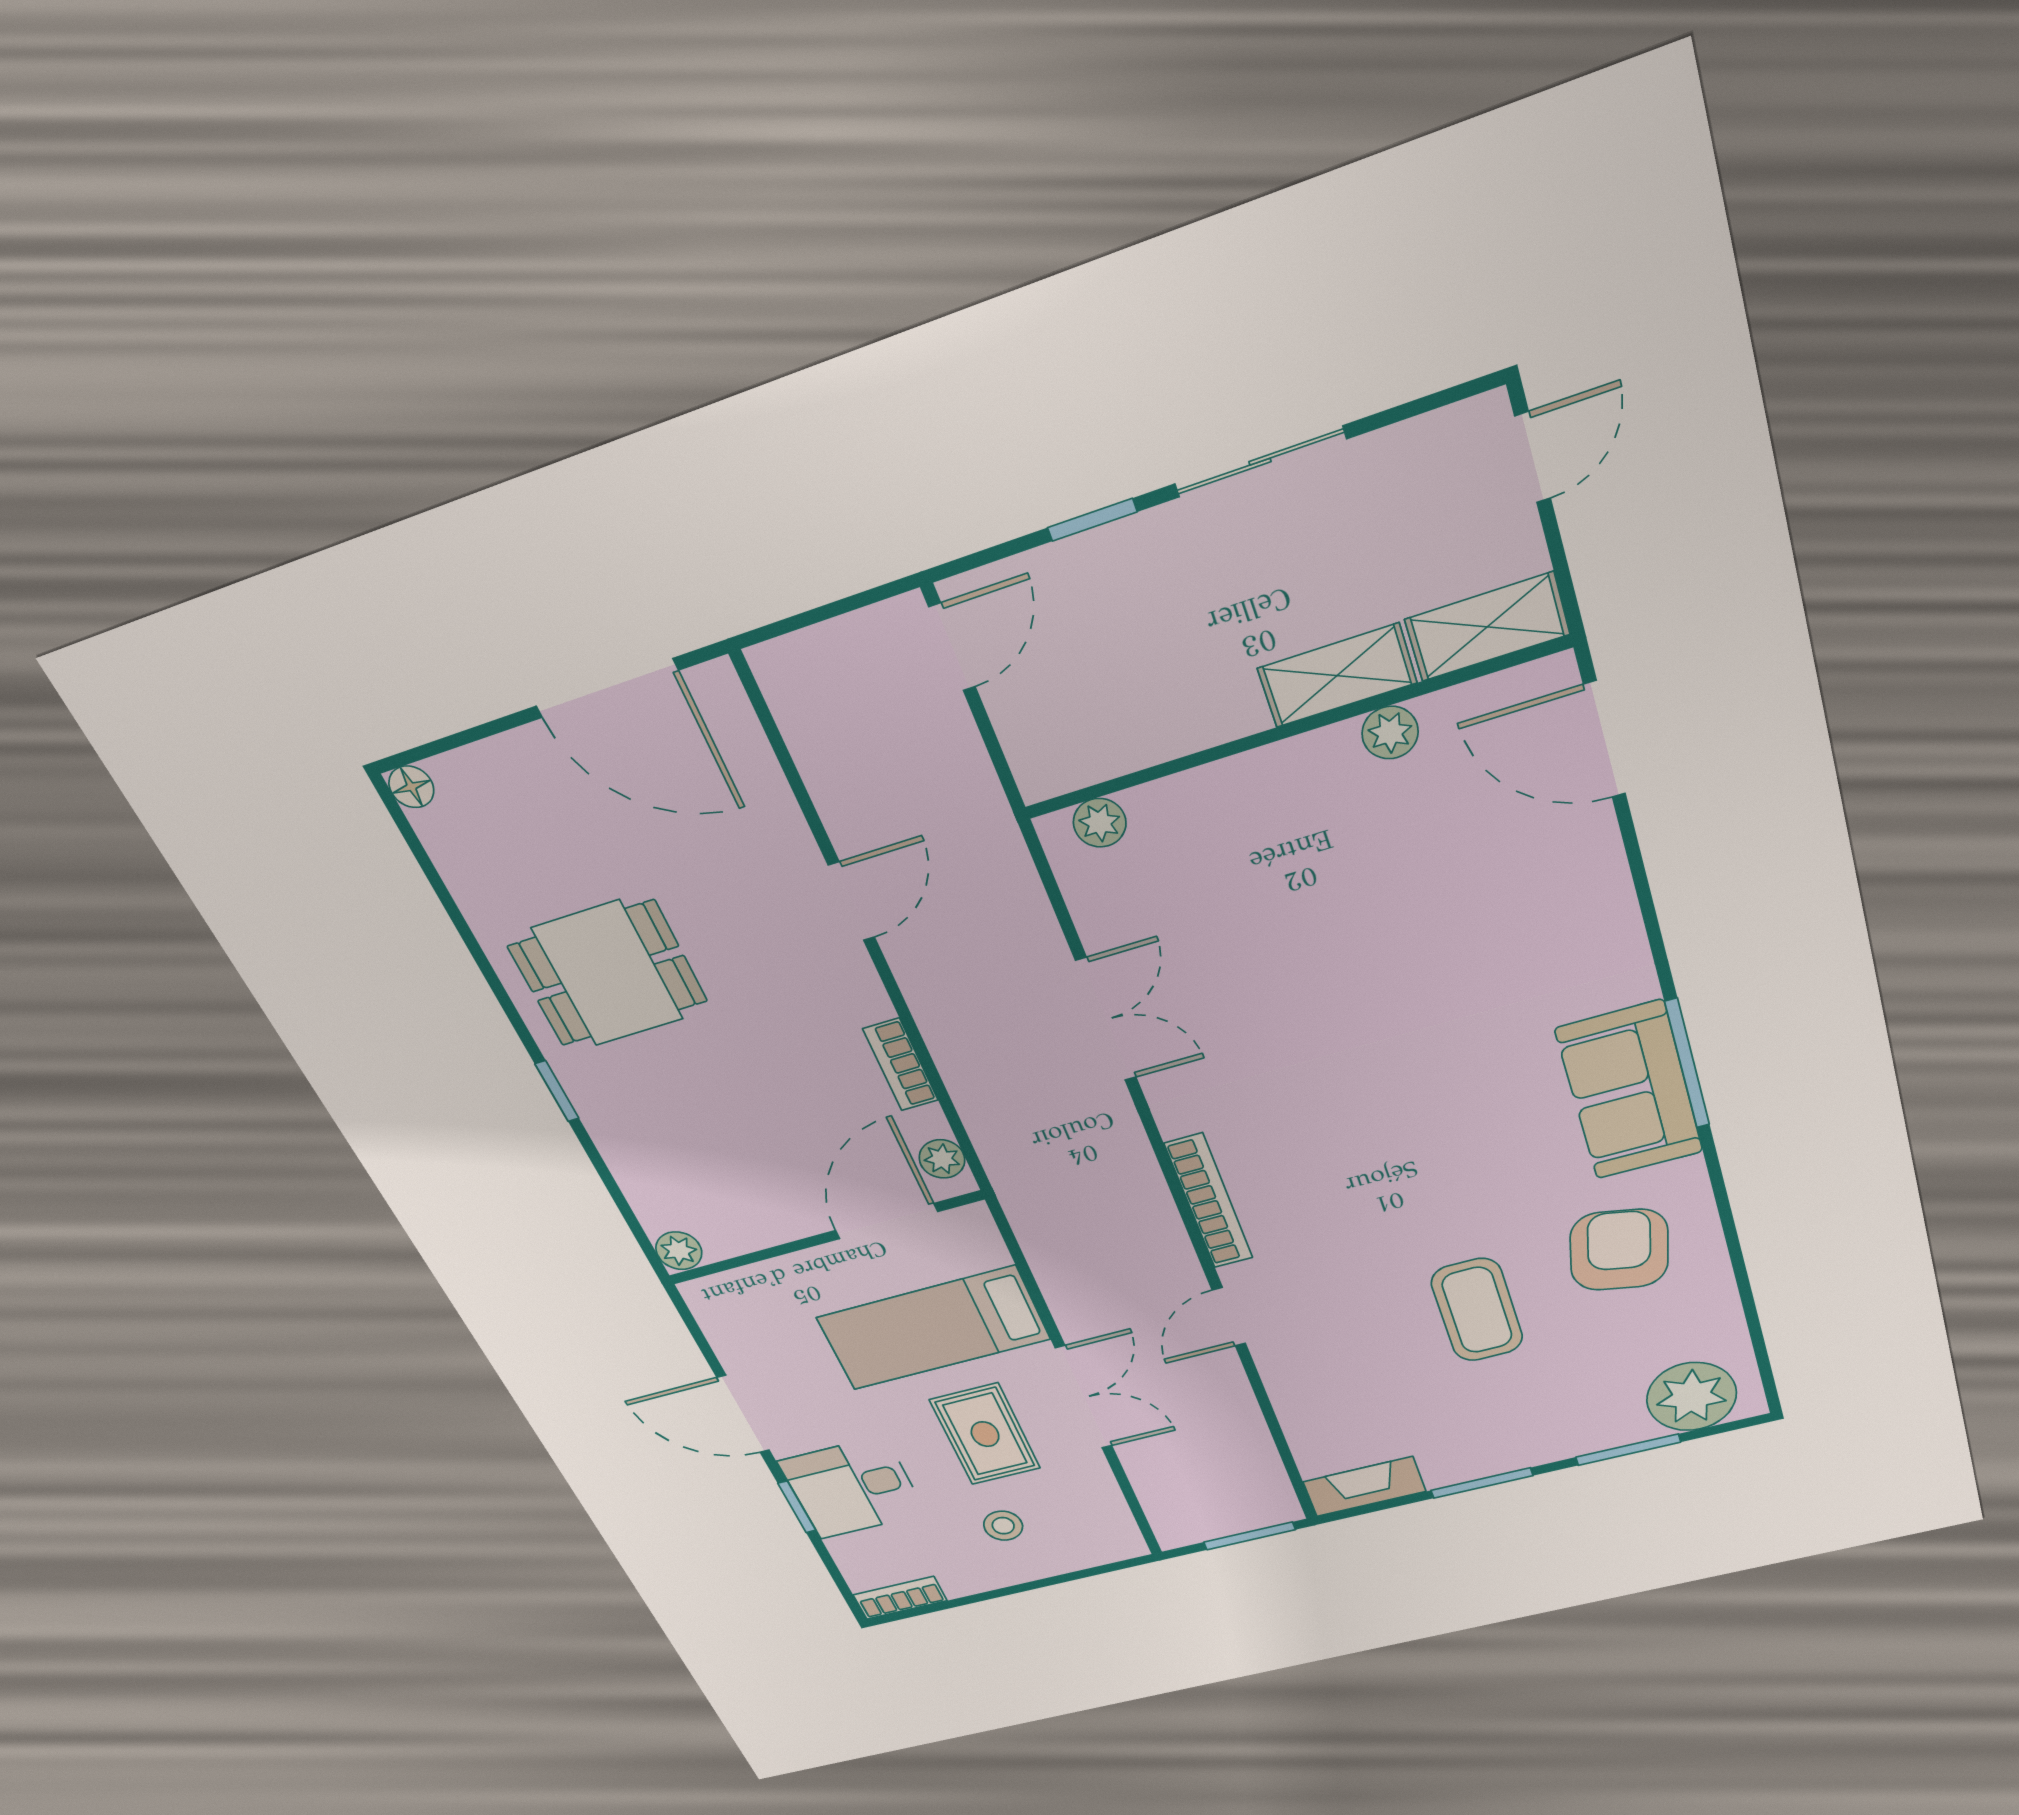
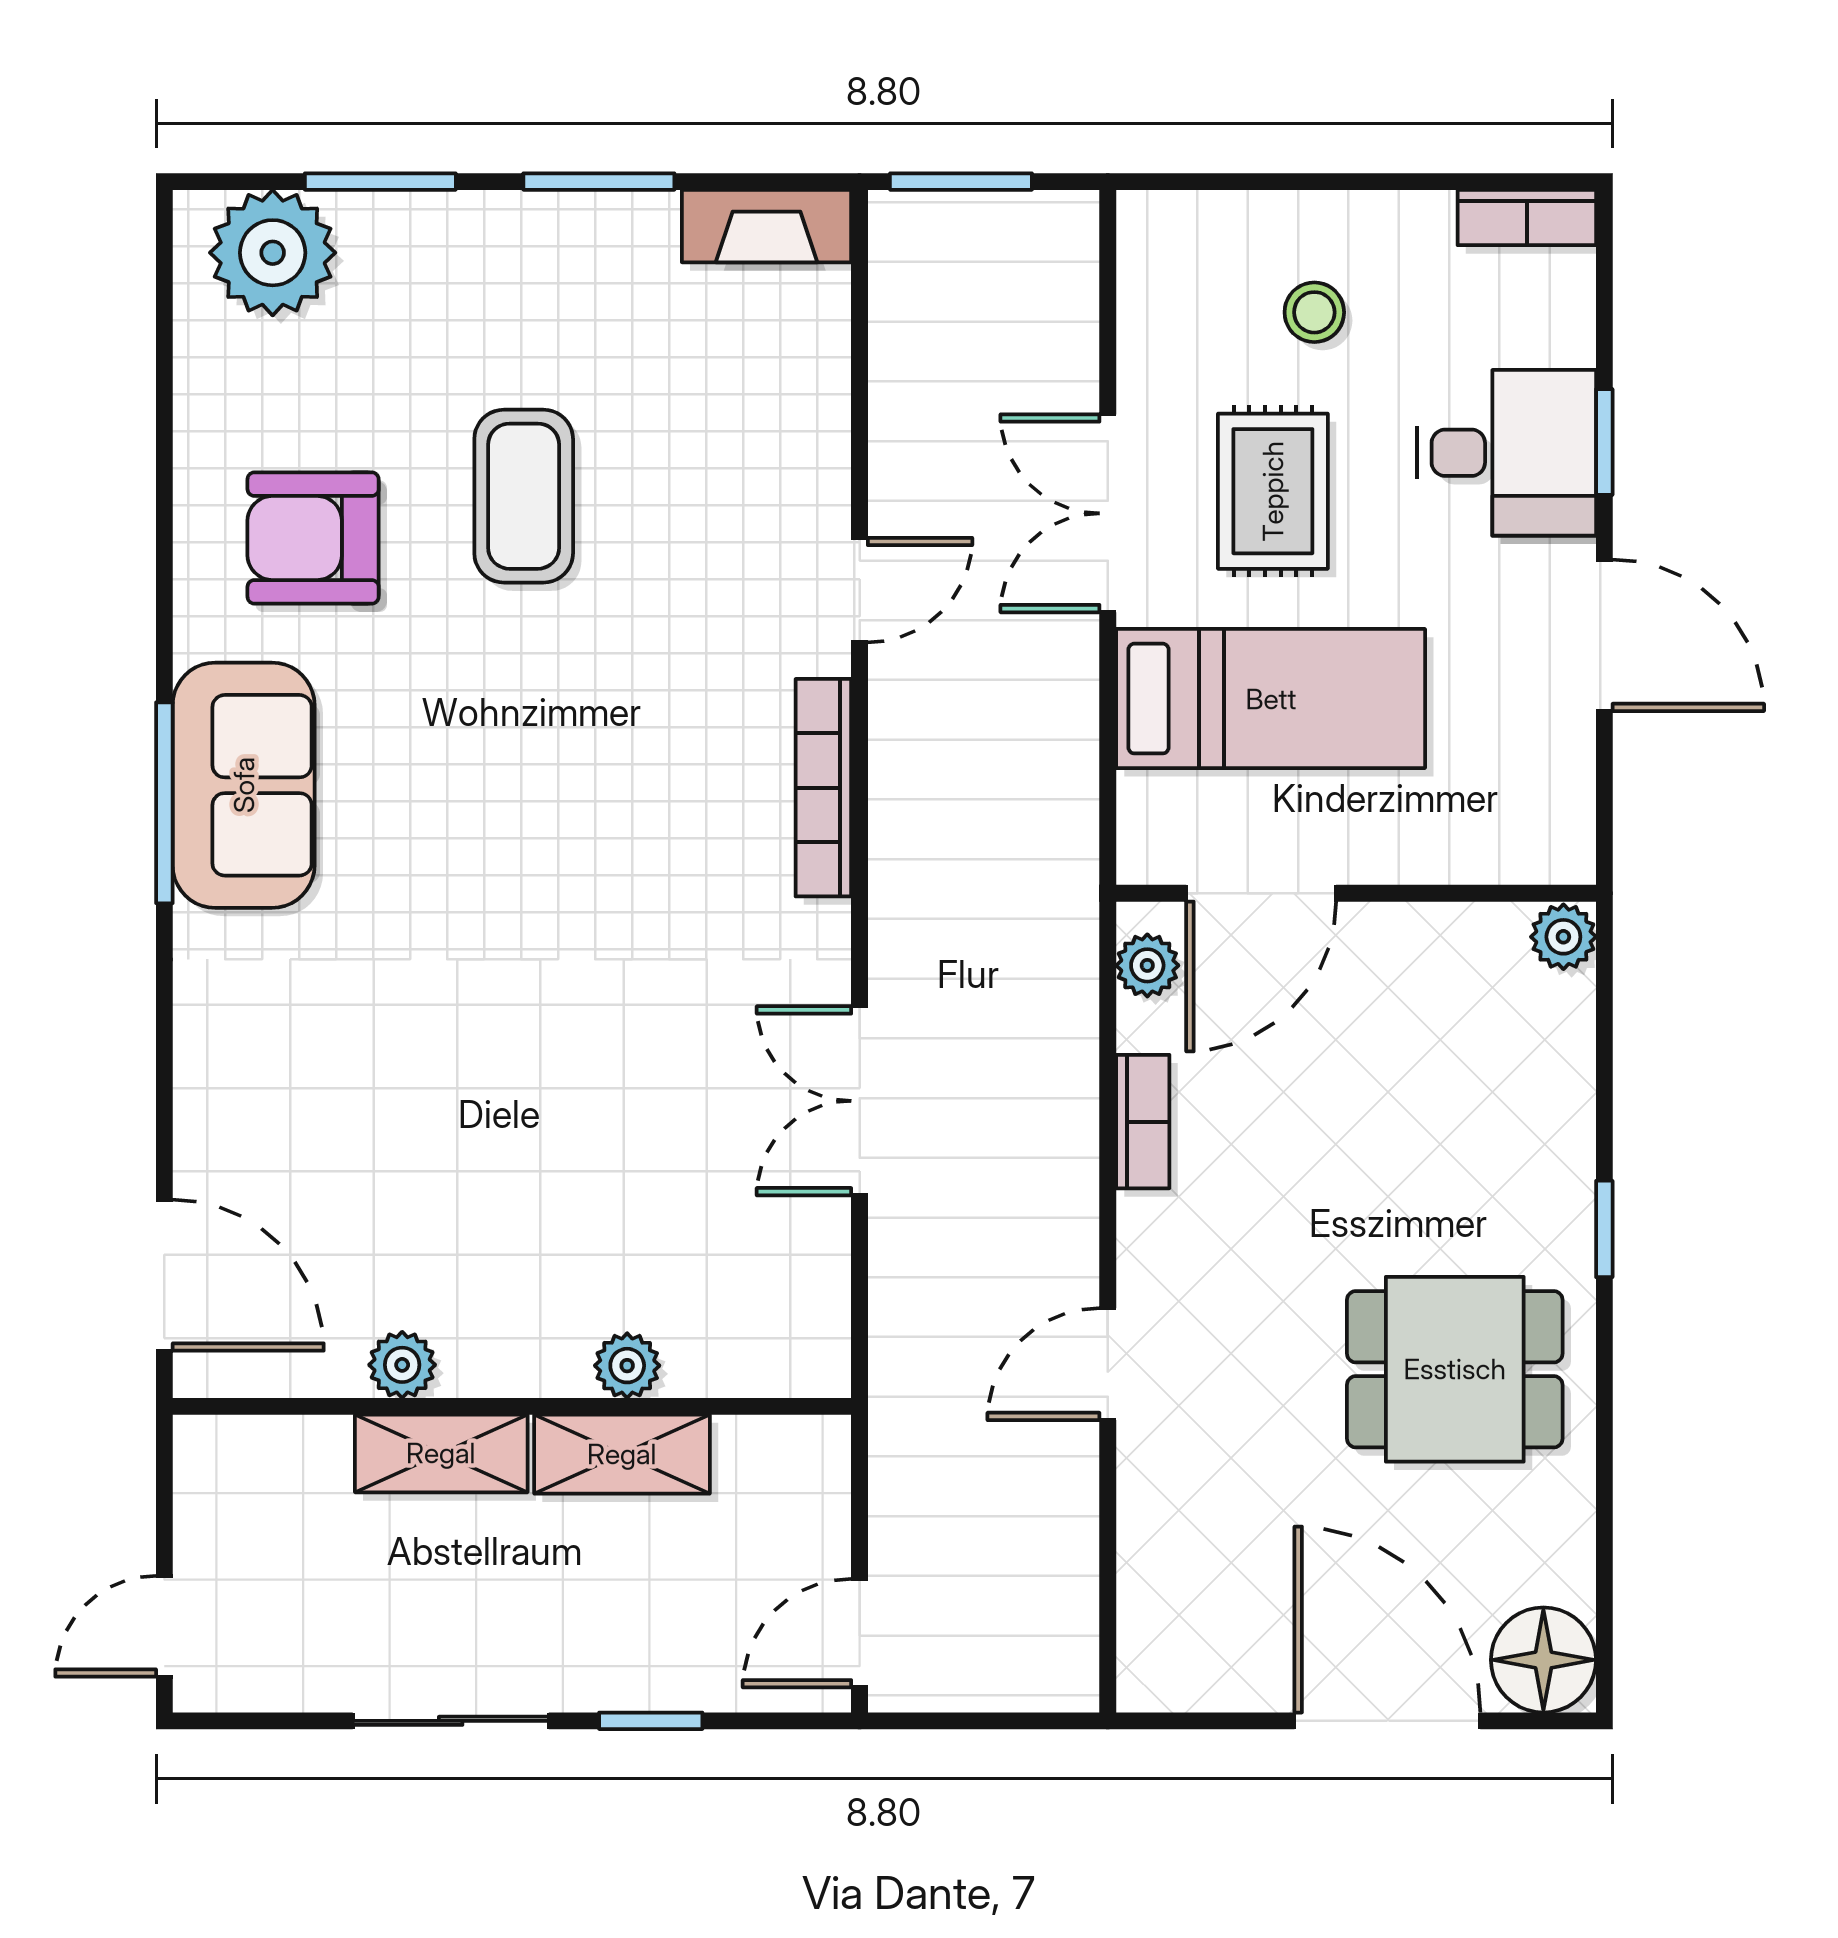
shelving: (1487, 627) -> (622, 1454), moved
door: (607, 688) -> (1387, 1721), moved
floor lamp: (411, 787) -> (1543, 1660), width x1.89, depth x1.89
plant: (1100, 823) -> (627, 1366), moved
armchair: (1619, 1250) -> (313, 538), turned 78

